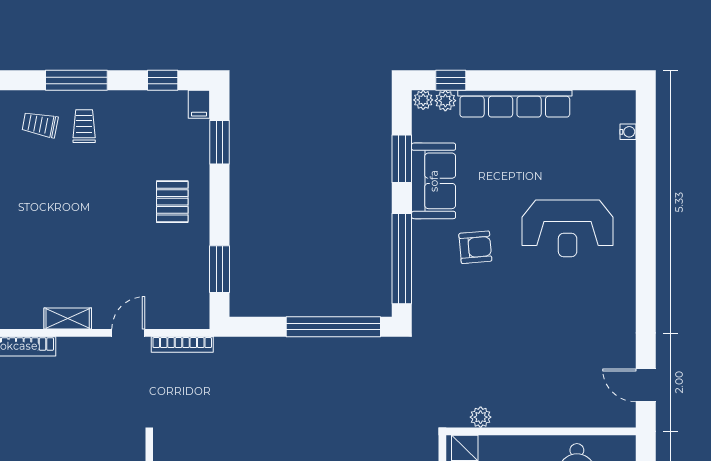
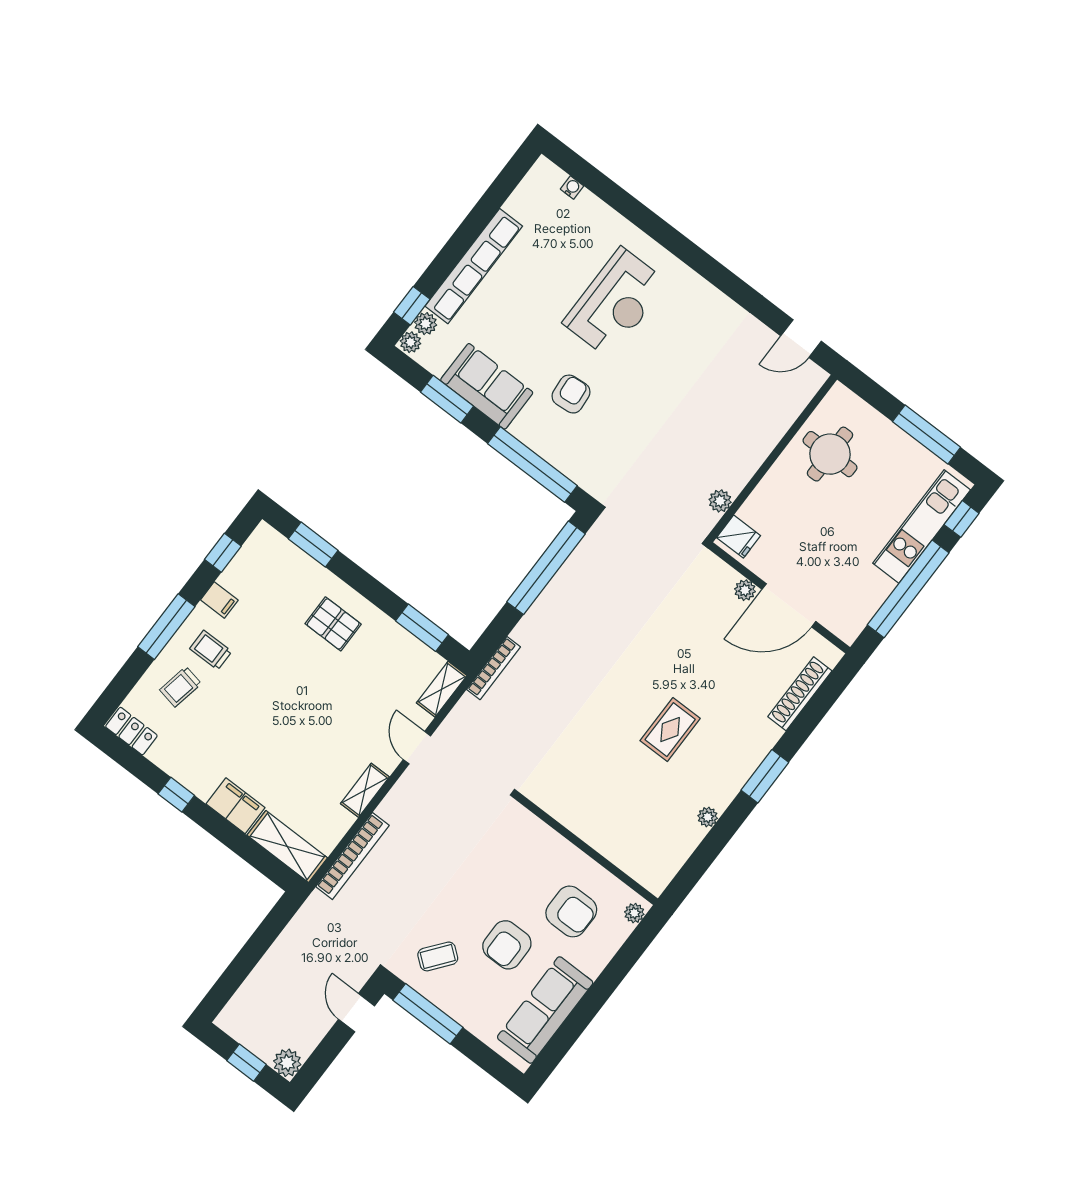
filing cabinet: (199, 104) -> (219, 600), moved
shelving: (185, 318) -> (442, 689), added
bookcase: (182, 344) -> (493, 668), moved

